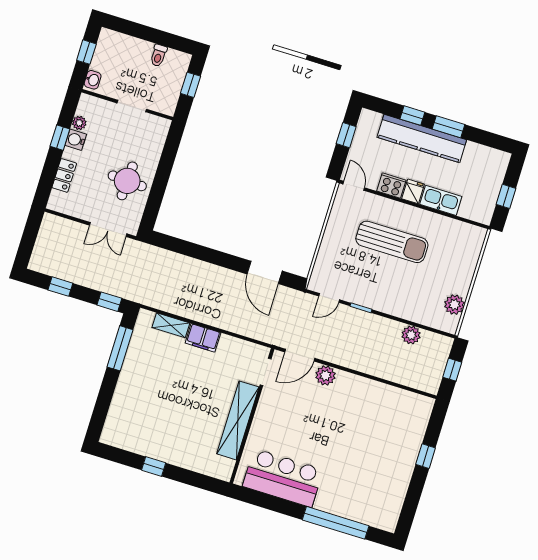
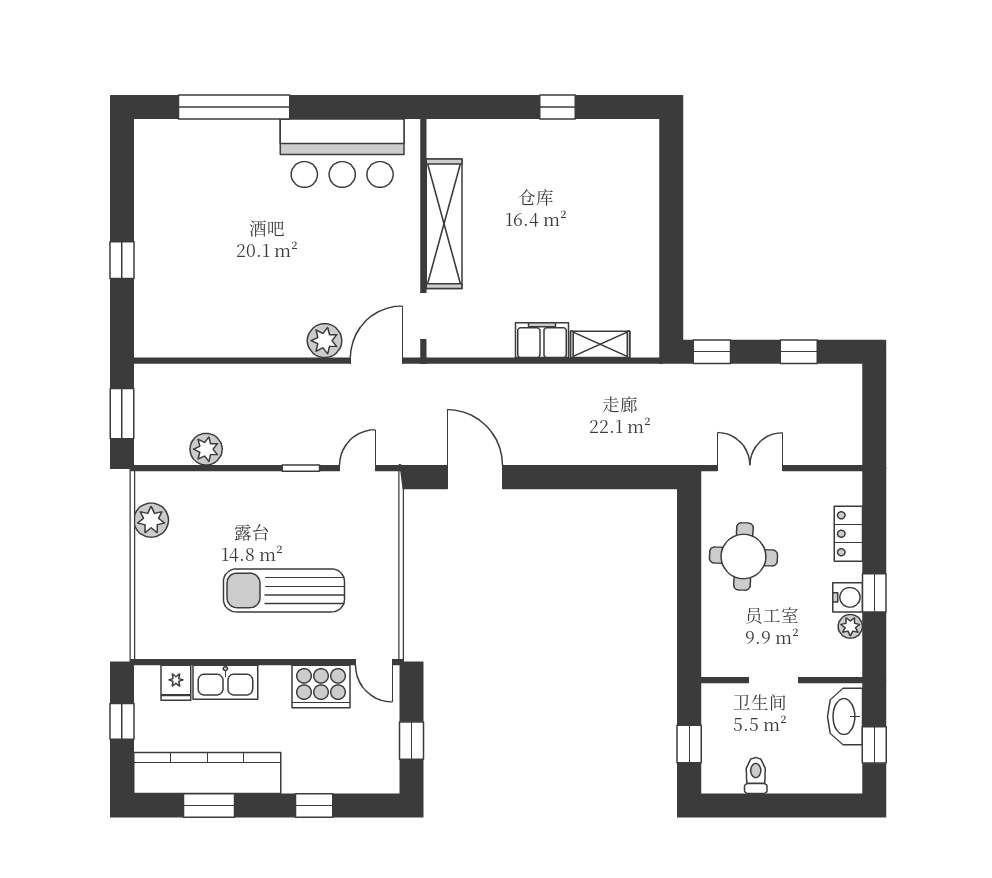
washbasin: (93, 80) -> (845, 717), width x1.91, depth x1.45
window: (449, 127) -> (209, 805), moved
kitchen counter: (422, 138) -> (207, 773), moved
cooker: (391, 186) -> (321, 687), width x1.37, depth x1.31
fridge: (413, 191) -> (176, 683), moved
window: (120, 348) -> (671, 282), removed
window: (452, 370) -> (122, 414), width x1.50

